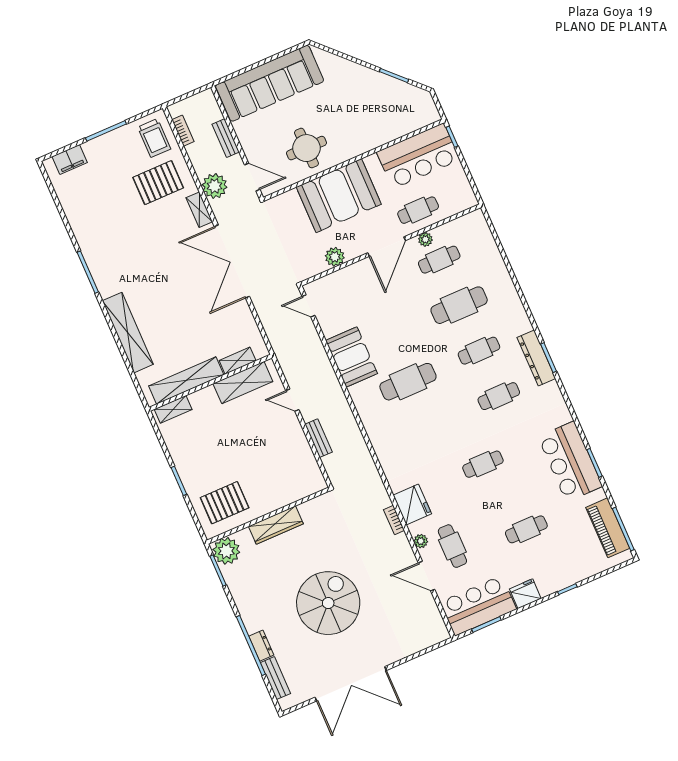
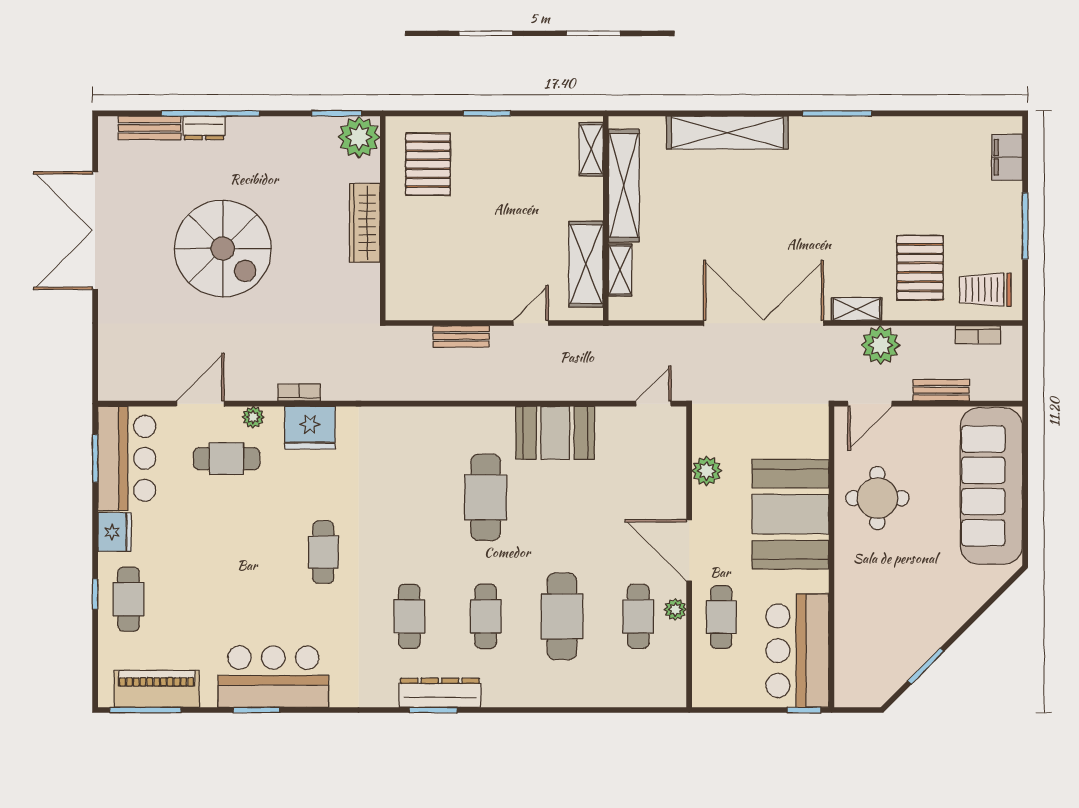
cafe table: (526, 529) -> (129, 599), moved

